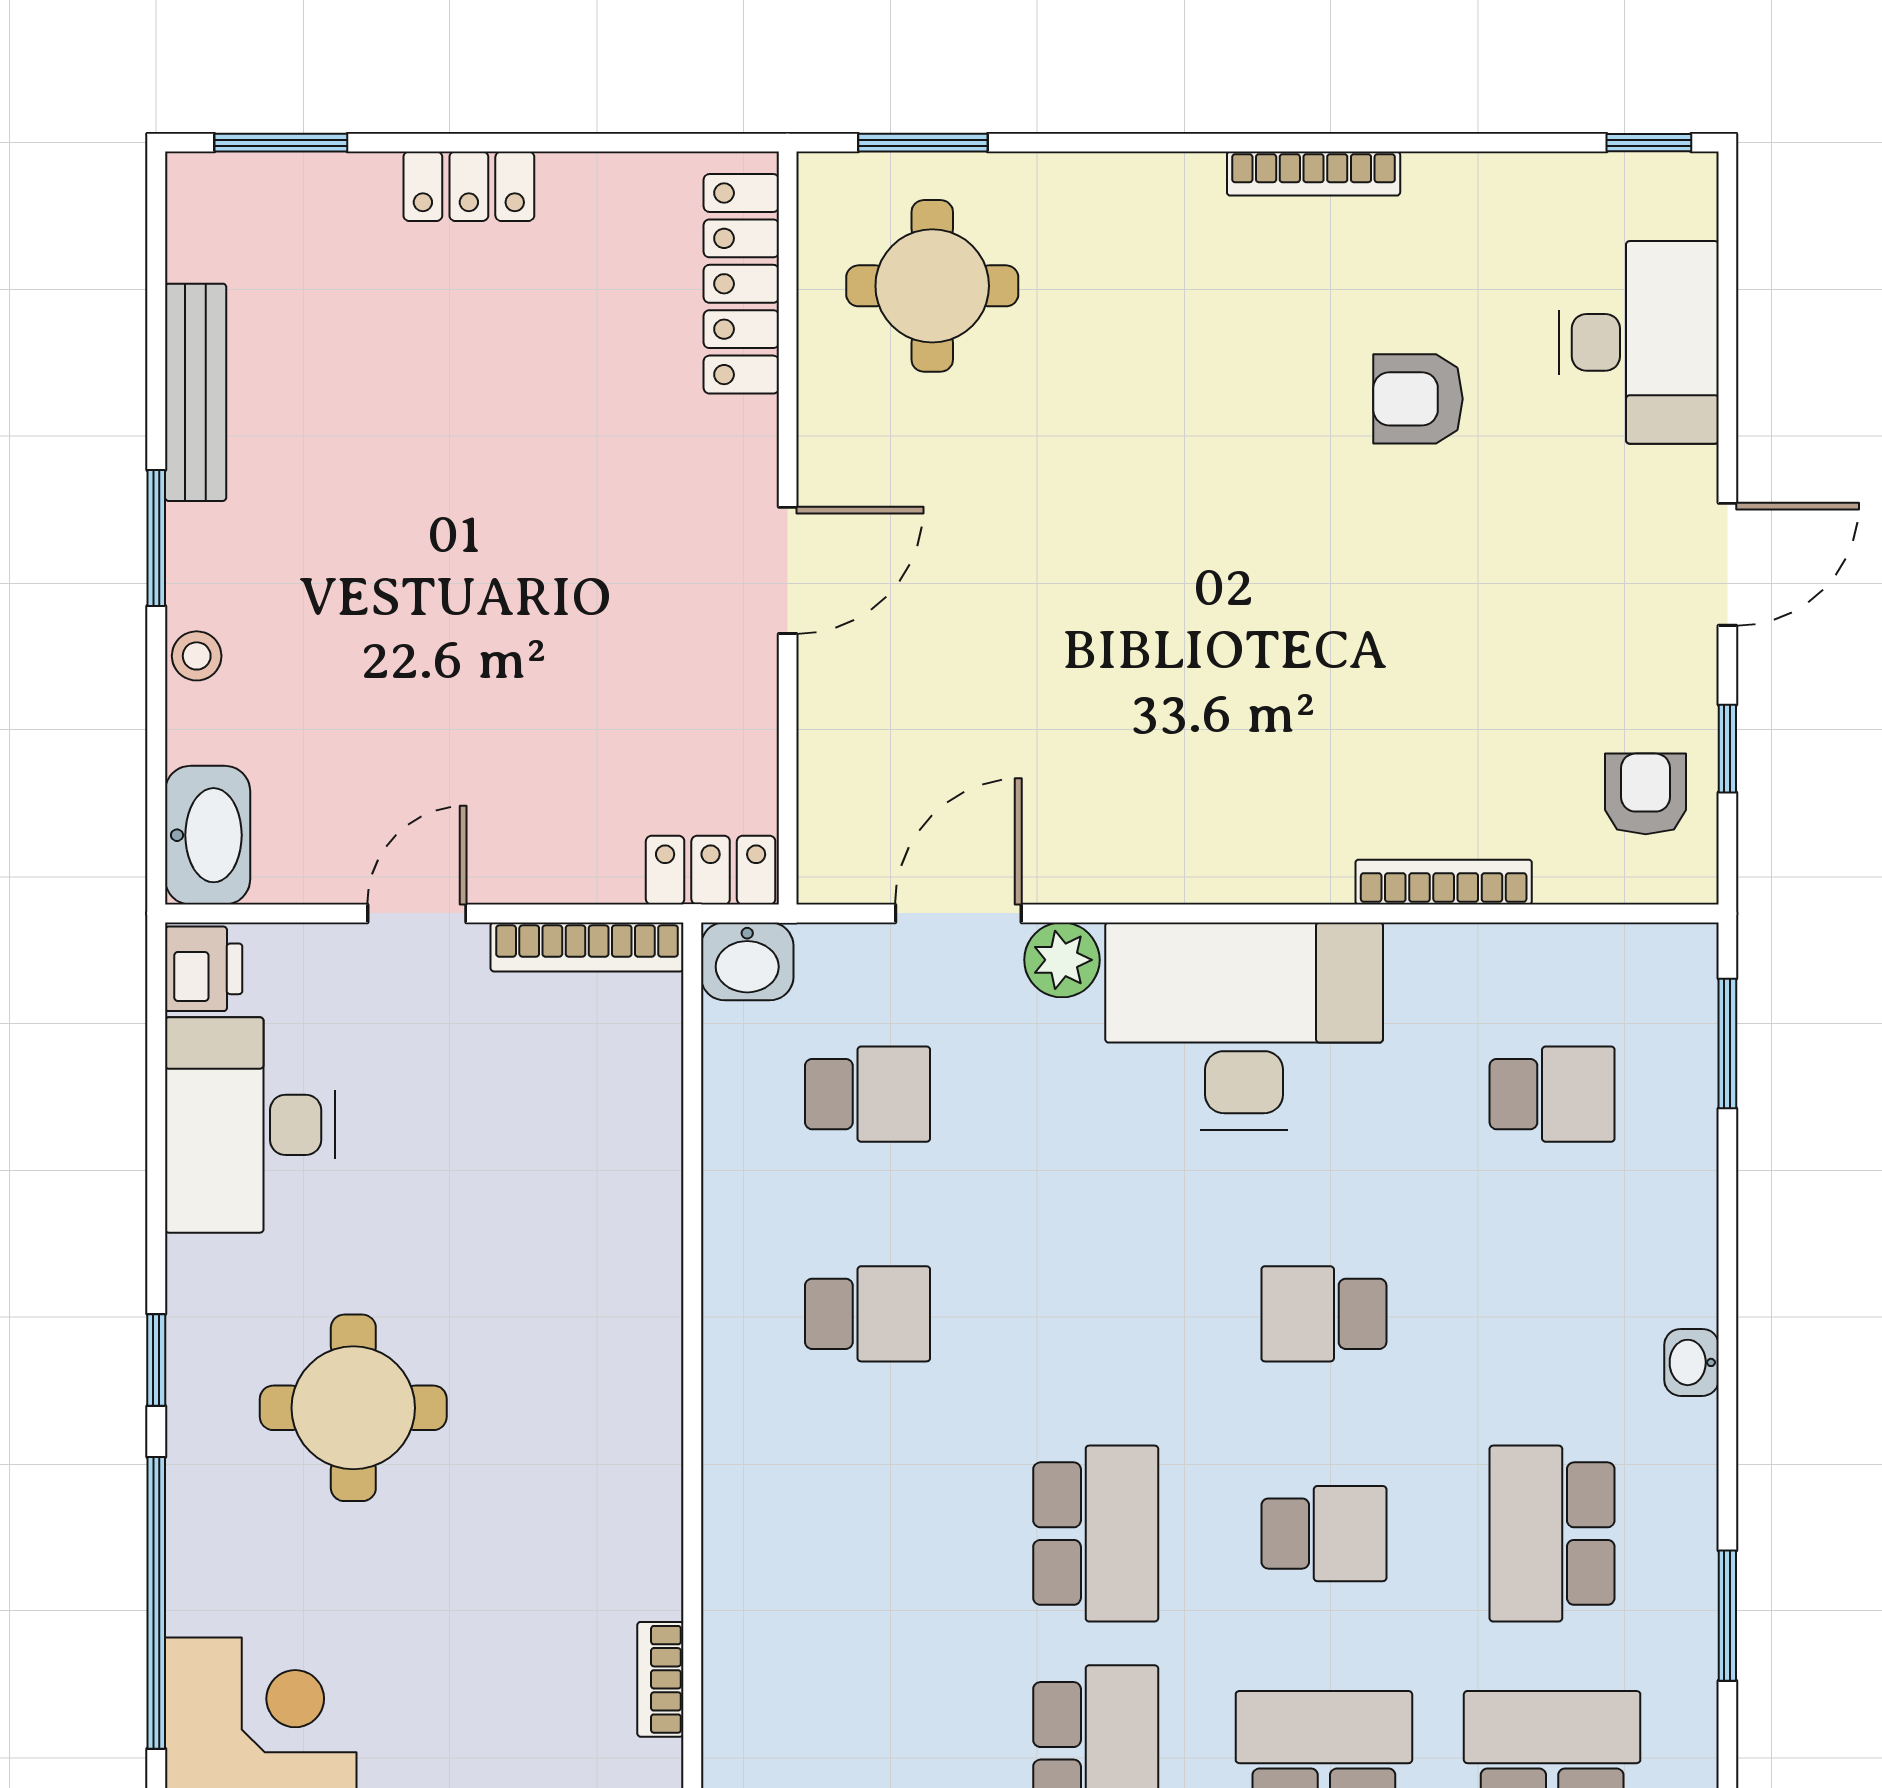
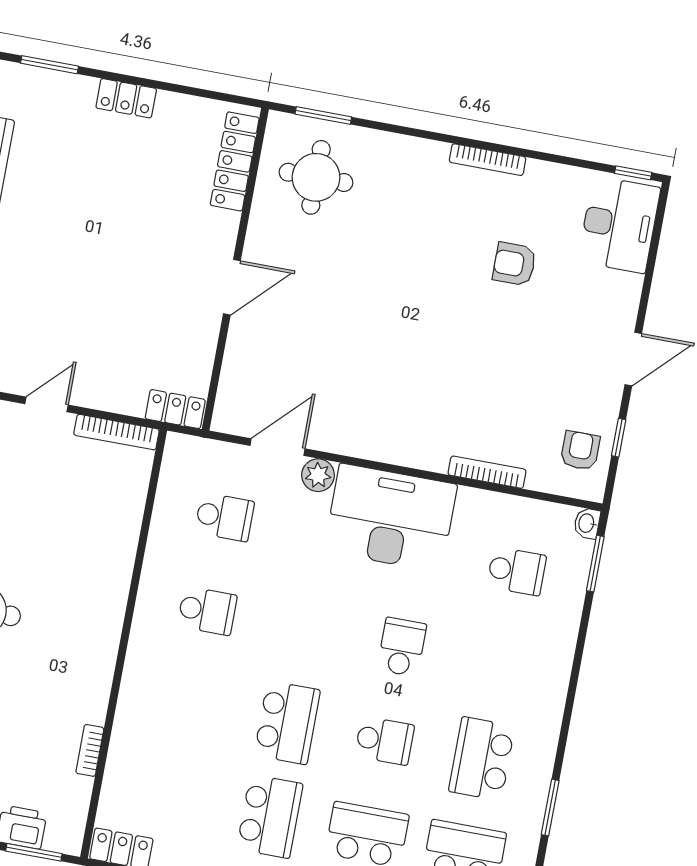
desk: (1639, 342) -> (619, 225), moved
washbasin: (747, 961) -> (184, 451), removed
school desk: (1324, 1314) -> (402, 647), turned 90
washbasin: (1691, 1362) -> (587, 523), moved

